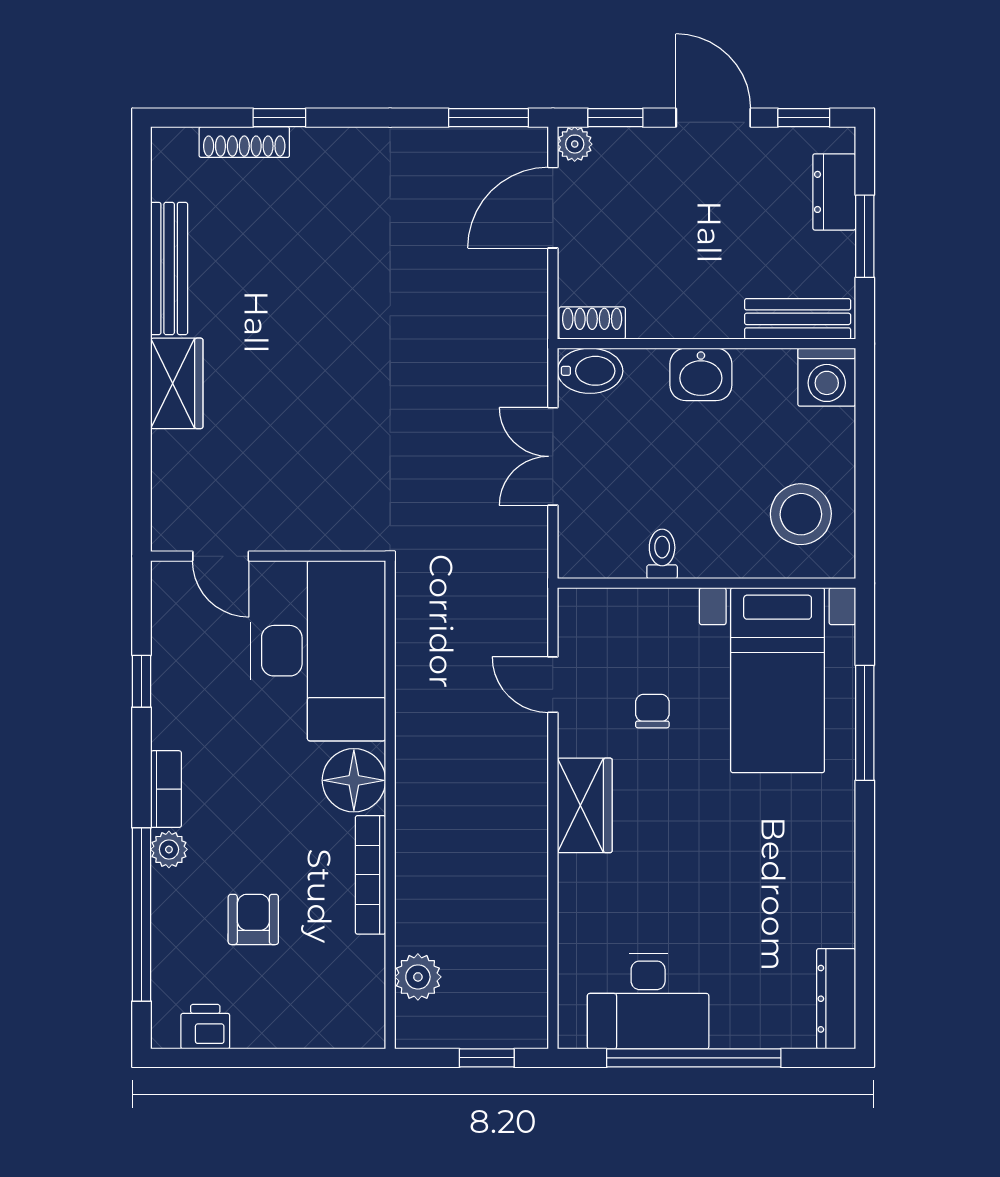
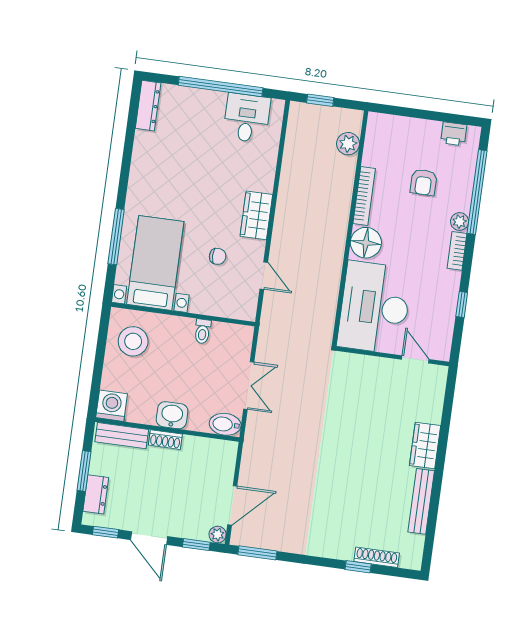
shoe rack: (592, 323) -> (165, 440), moved
chair: (652, 711) -> (218, 256), turned -90
desk: (648, 1001) -> (247, 118), width x0.73

